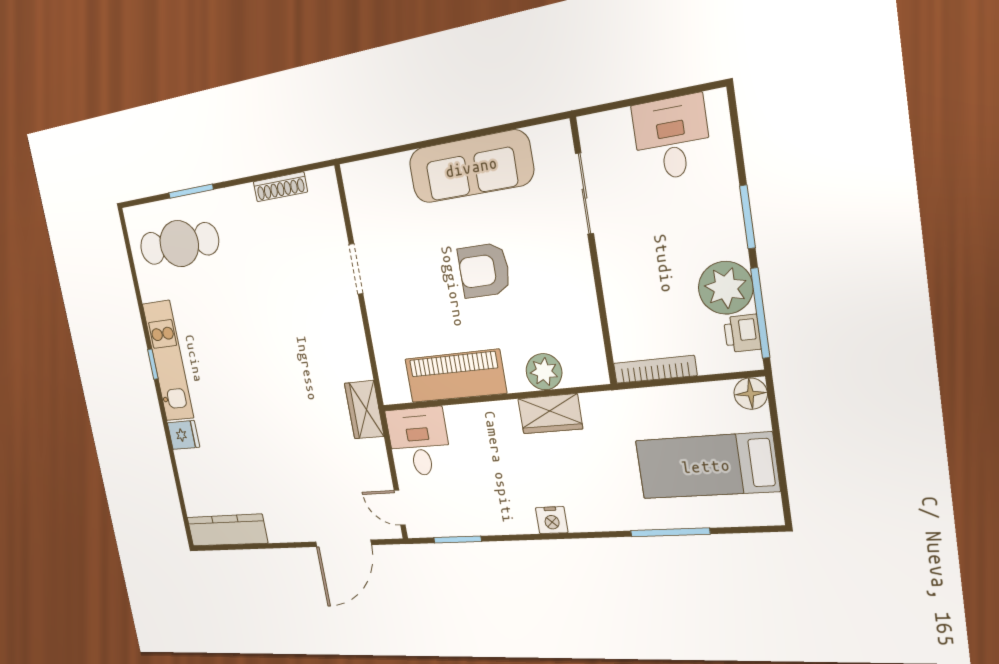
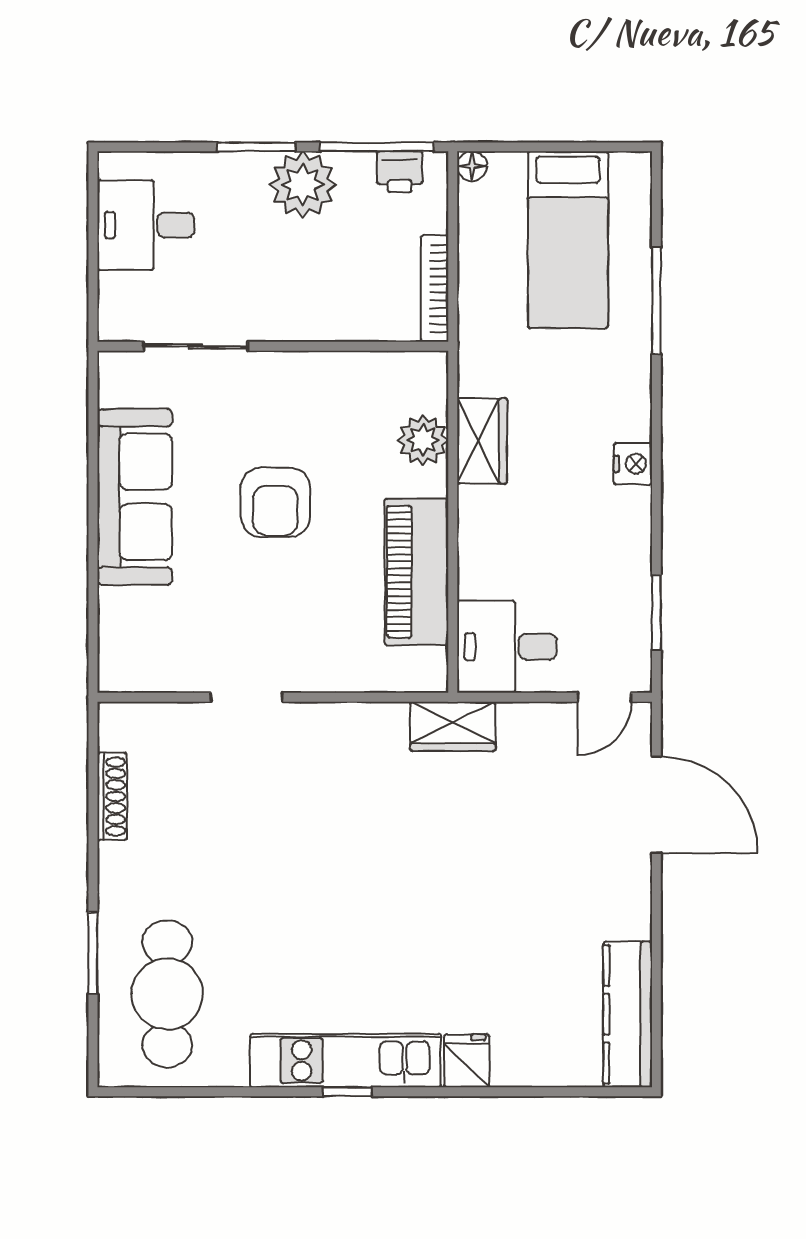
plant: (726, 288) -> (303, 185), moved
floor lamp: (751, 394) -> (472, 166), width x0.73, depth x0.73

